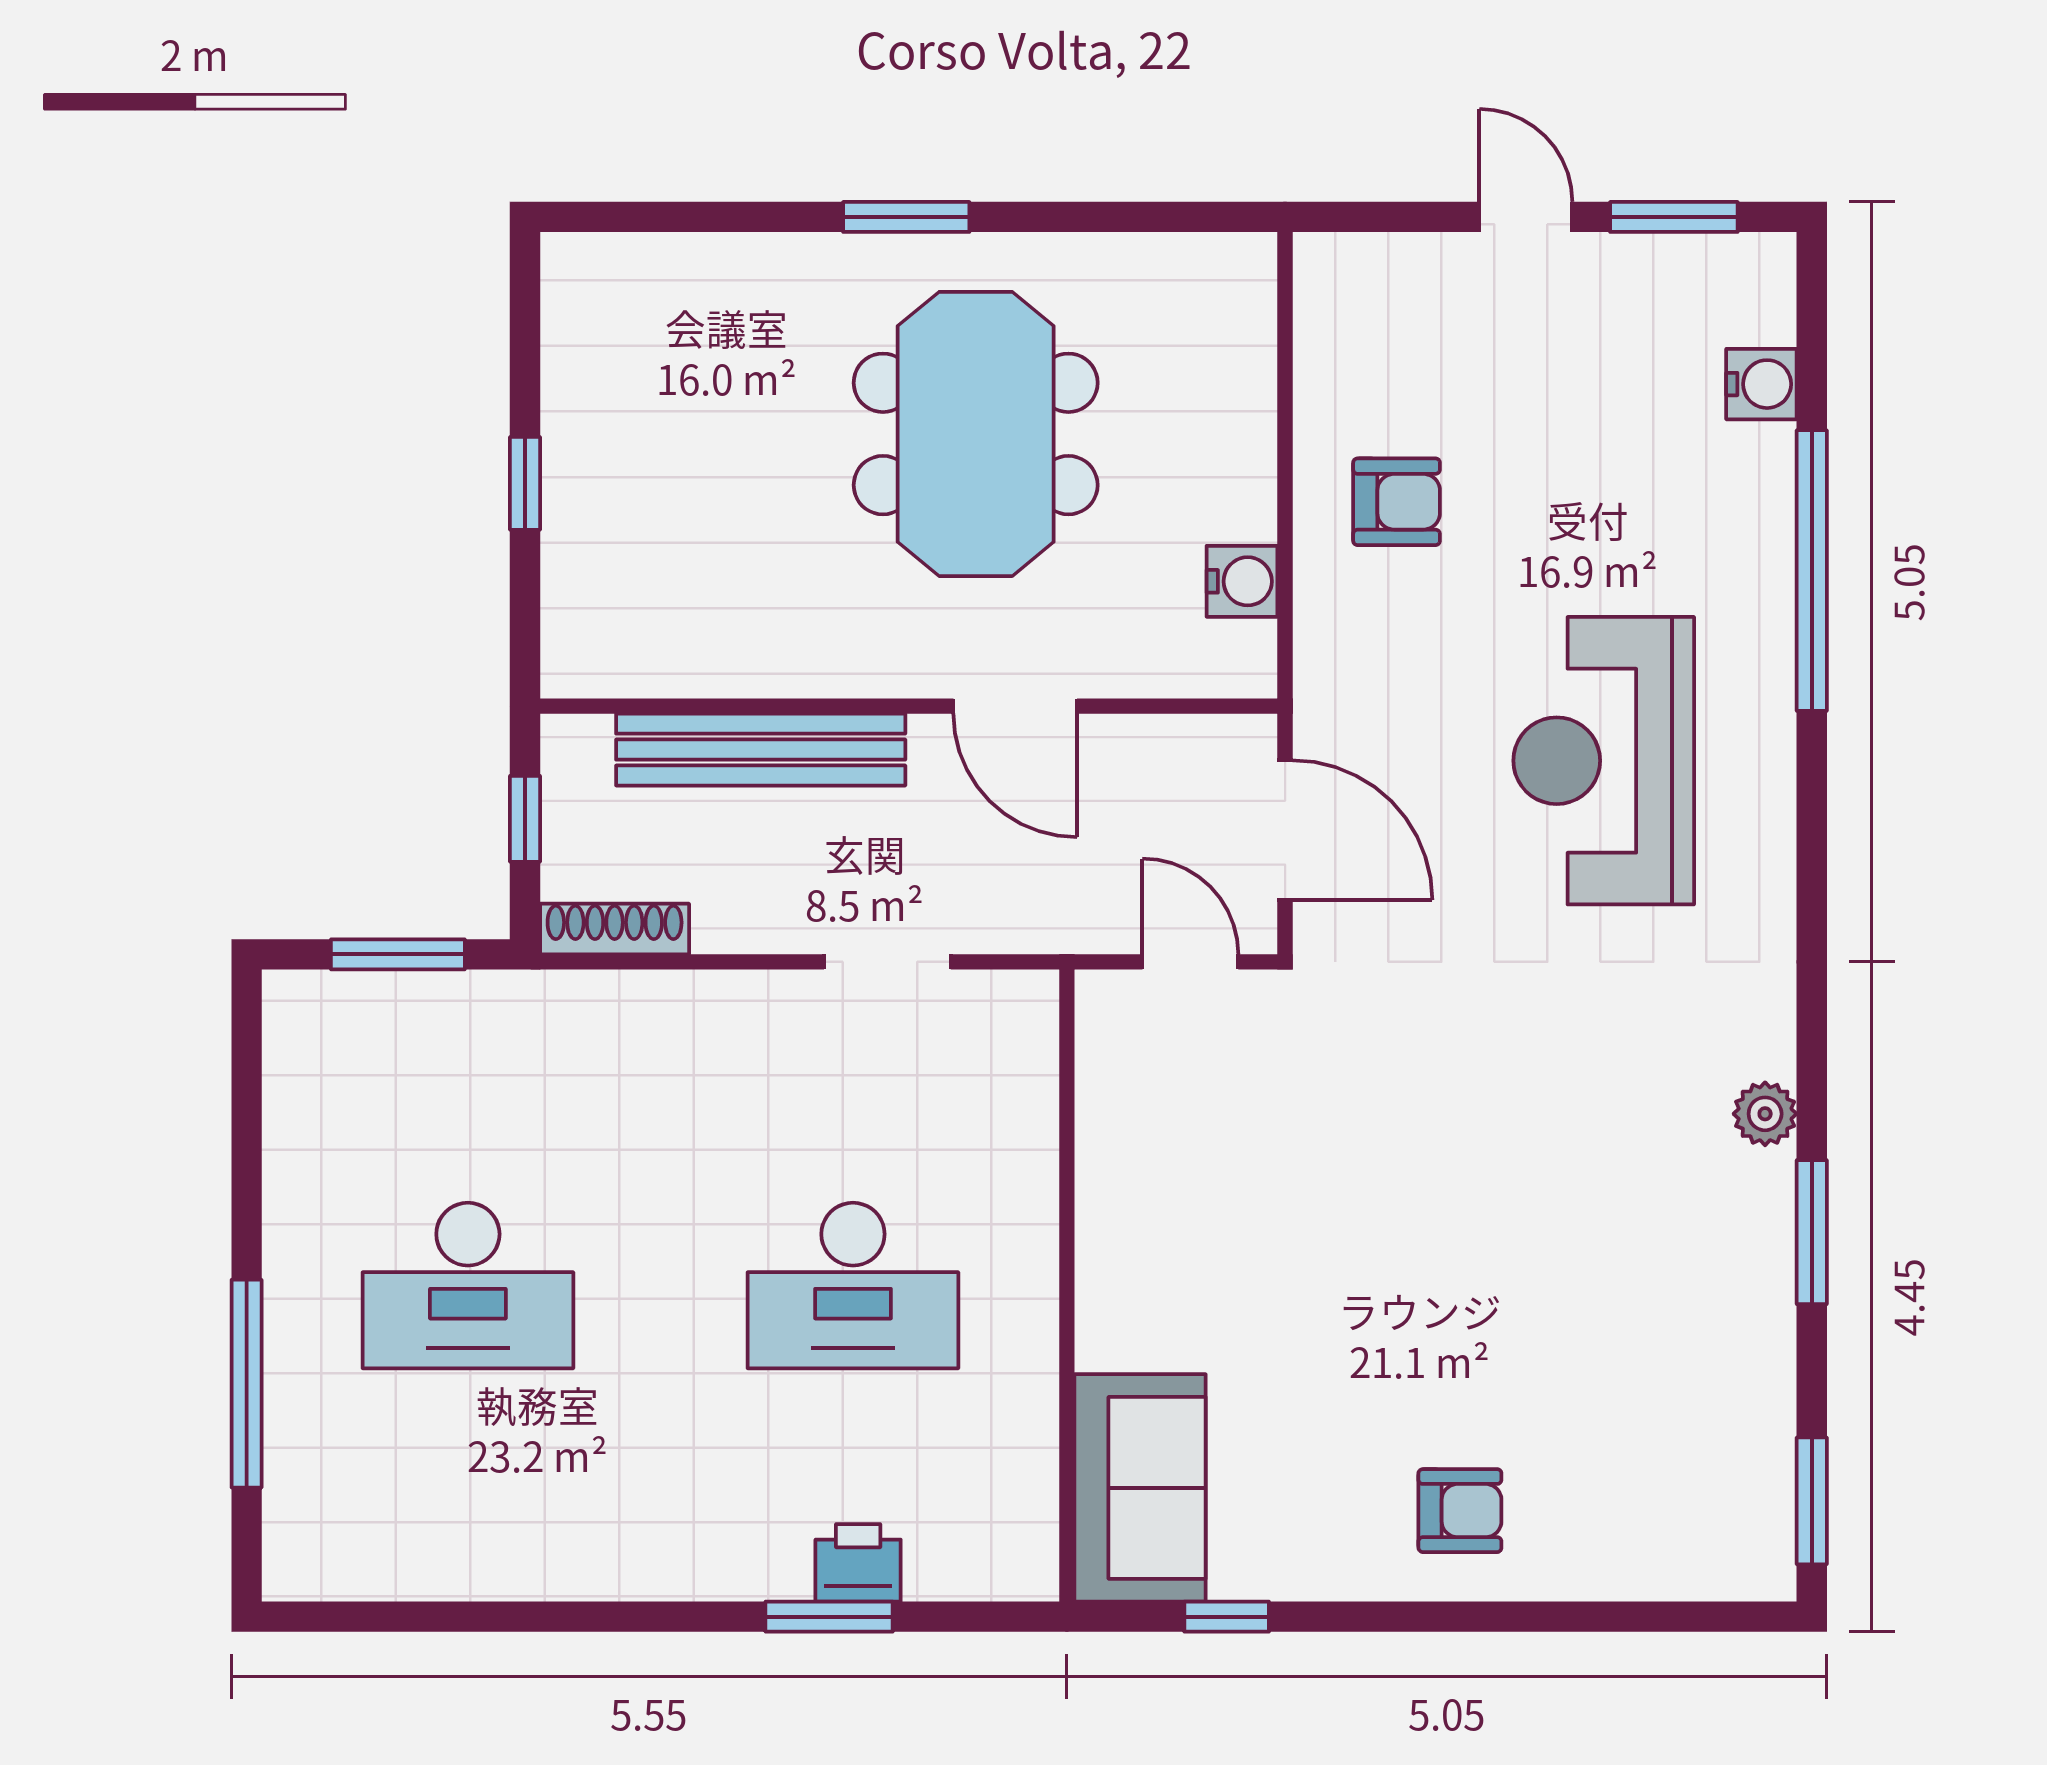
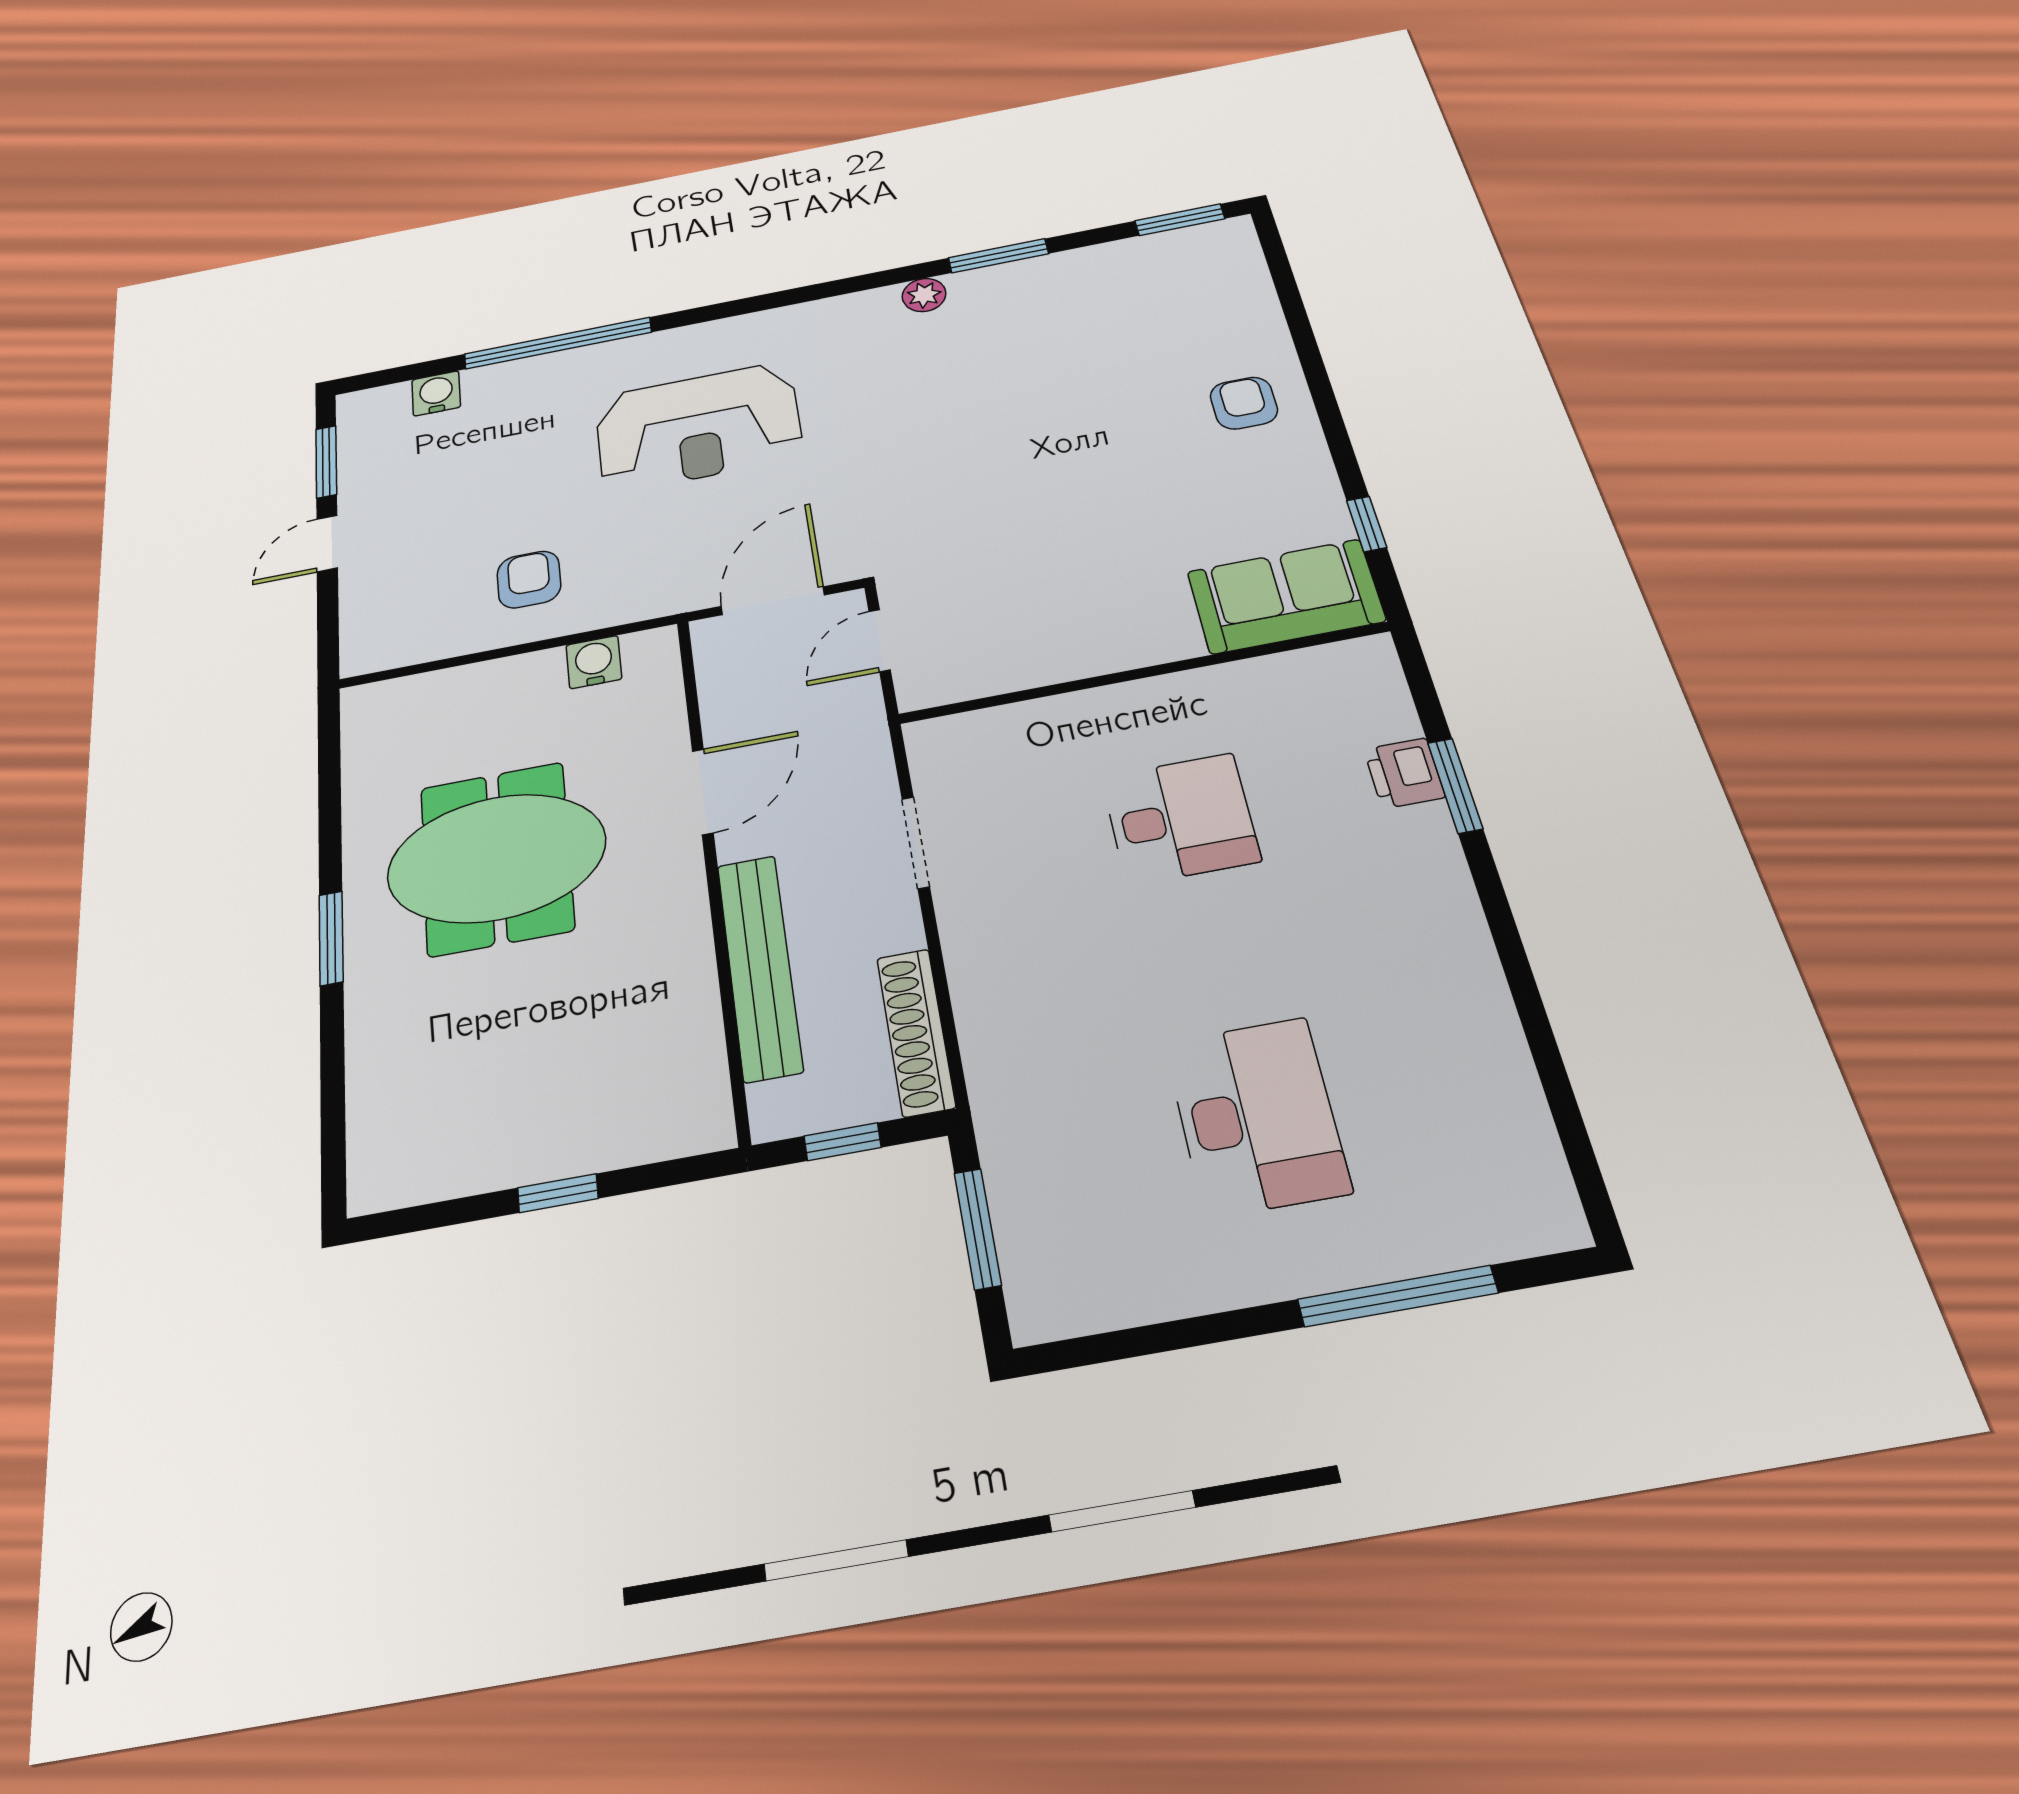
shoe rack: (615, 929) -> (916, 1032), width x1.36, depth x1.24
desk: (853, 1285) -> (1180, 819), width x0.73

